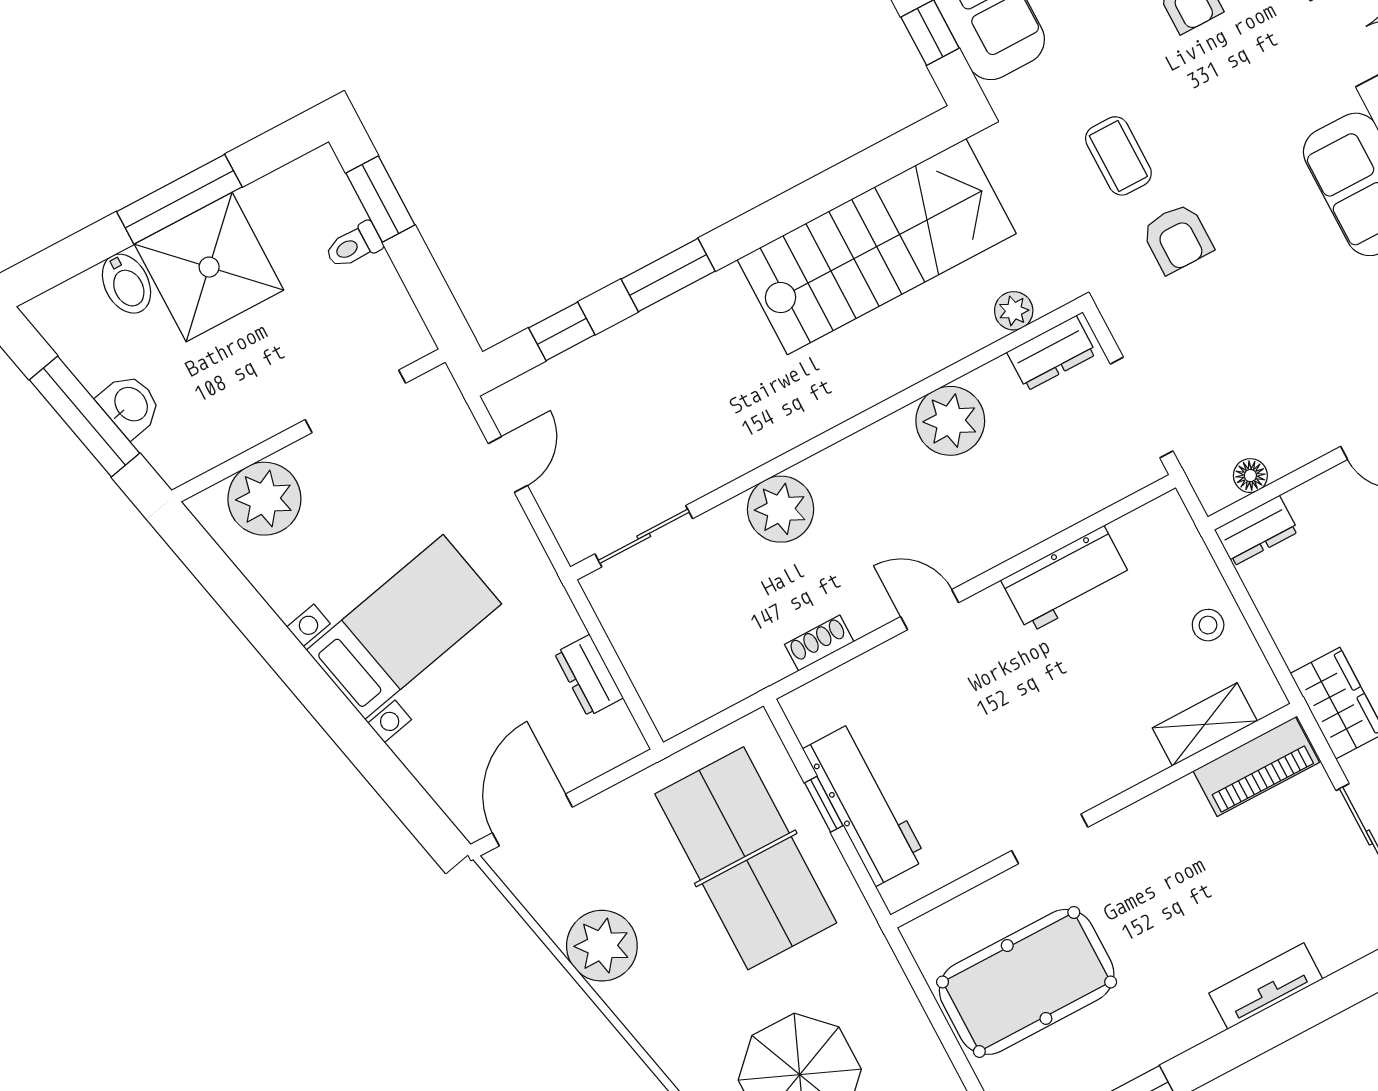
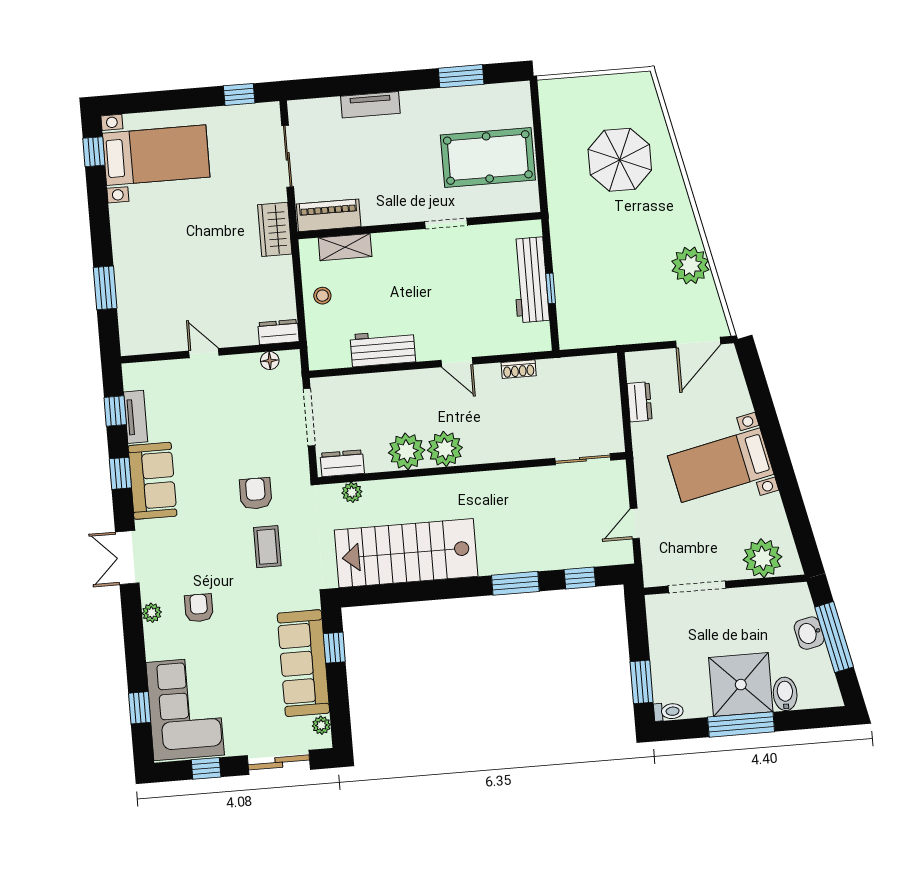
toilet: (354, 246) -> (669, 711), moved
plant: (781, 509) -> (445, 449), moved
table tennis table: (746, 858) -> (601, 278), removed

